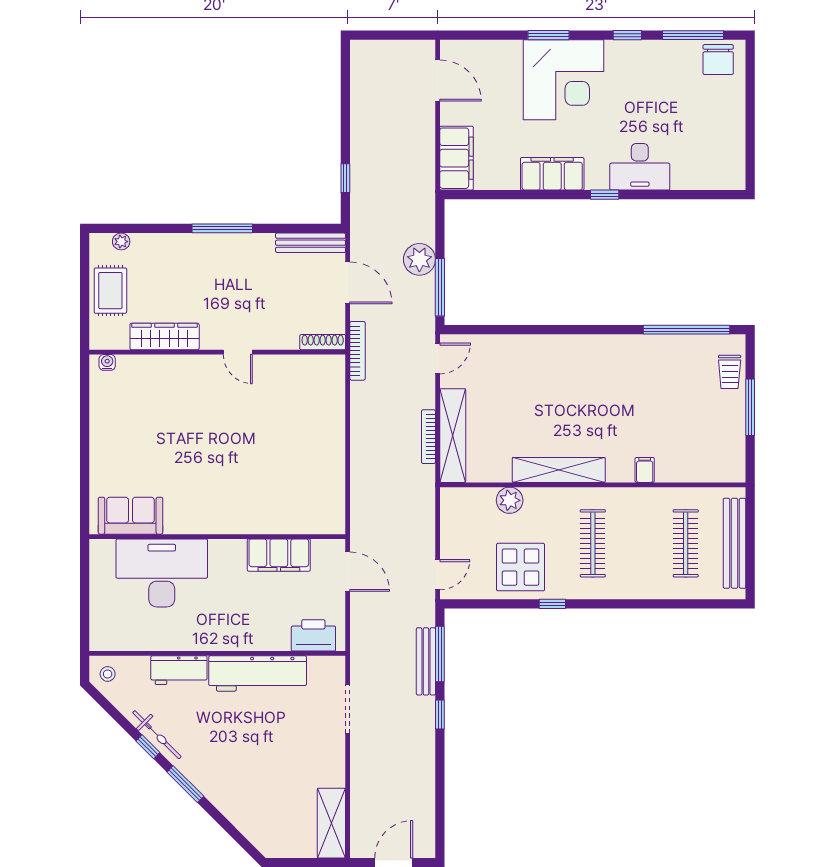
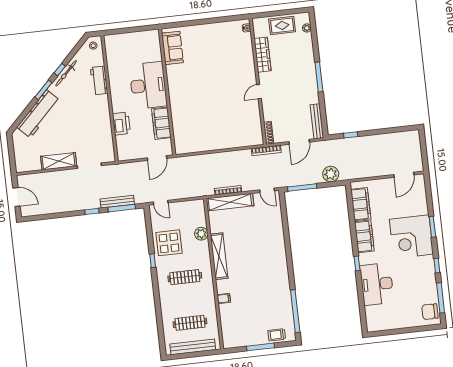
filing cabinet: (457, 158) -> (361, 204), moved, turned -90
desk: (640, 167) -> (377, 284), width x1.36, depth x1.30
plant: (419, 259) -> (331, 174), moved
desk: (162, 573) -> (148, 85), moved
printer: (313, 635) -> (121, 124), moved
workbench: (258, 674) -> (38, 114), moved, turned -135
shelving: (331, 823) -> (59, 161), moved

